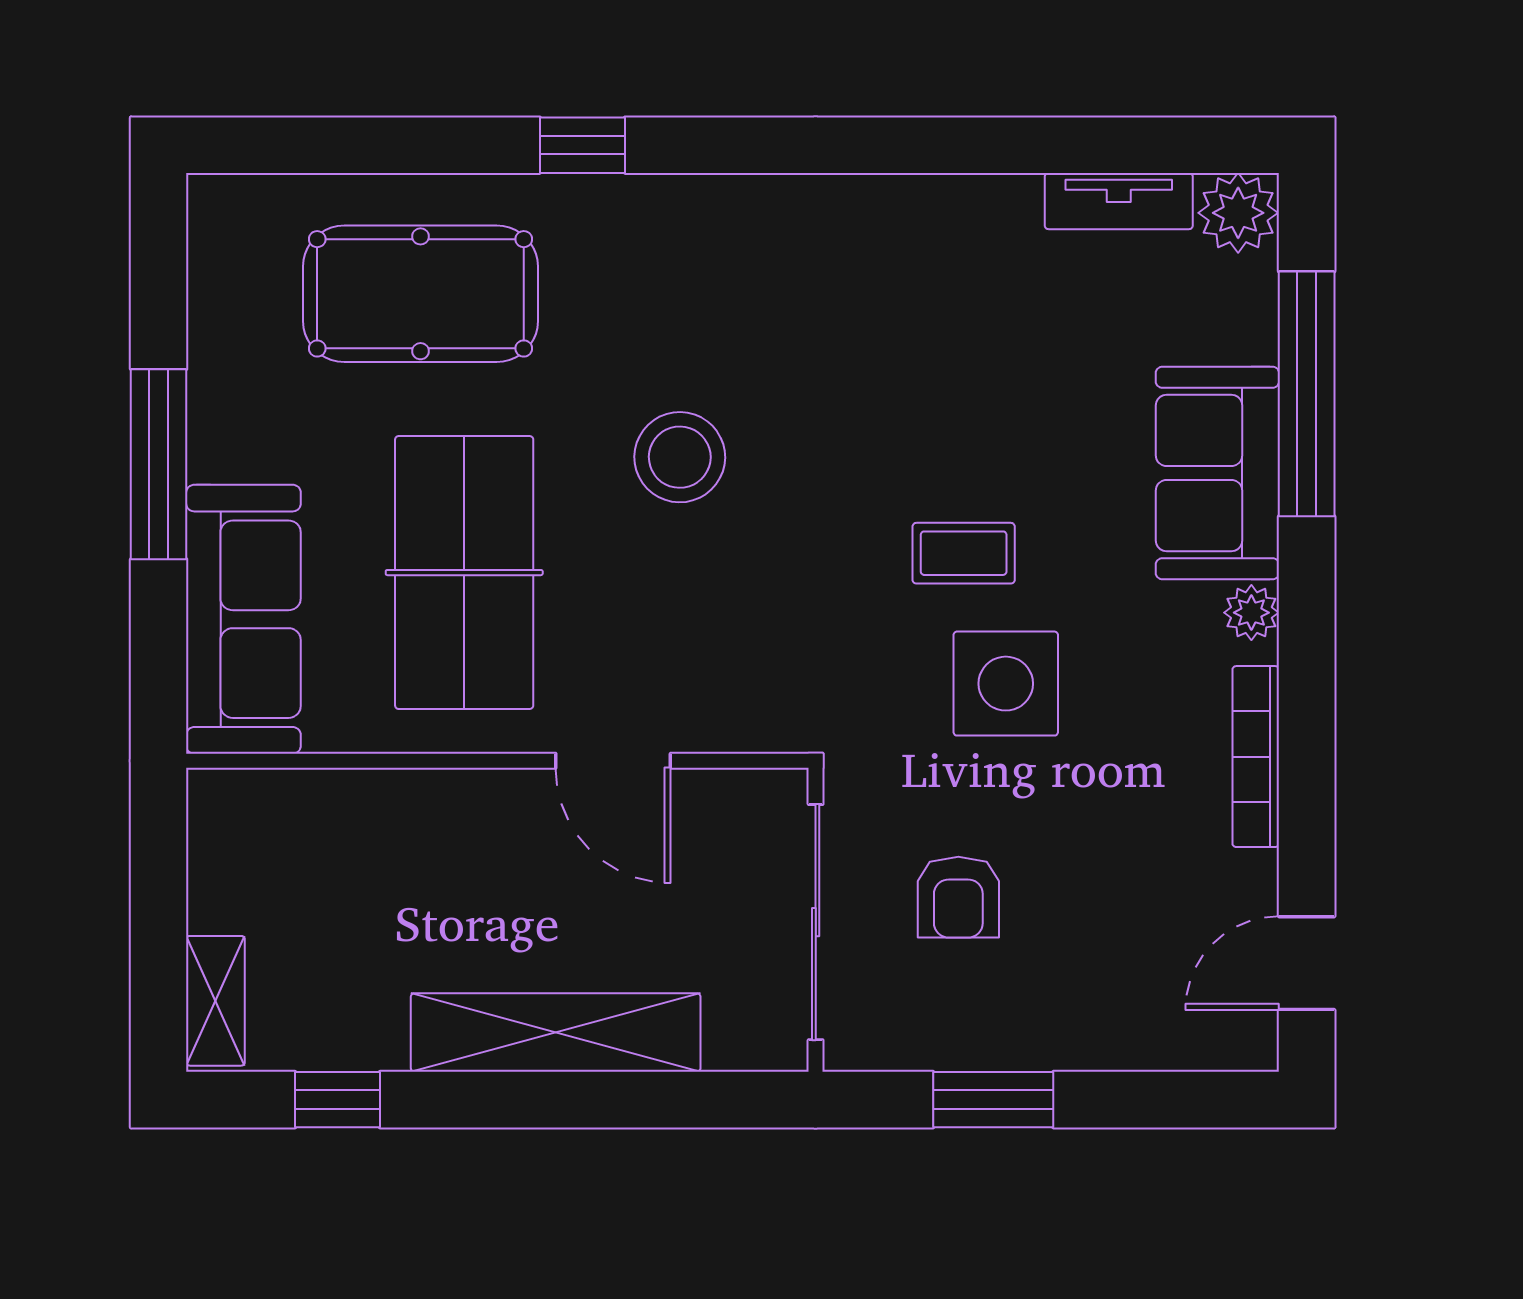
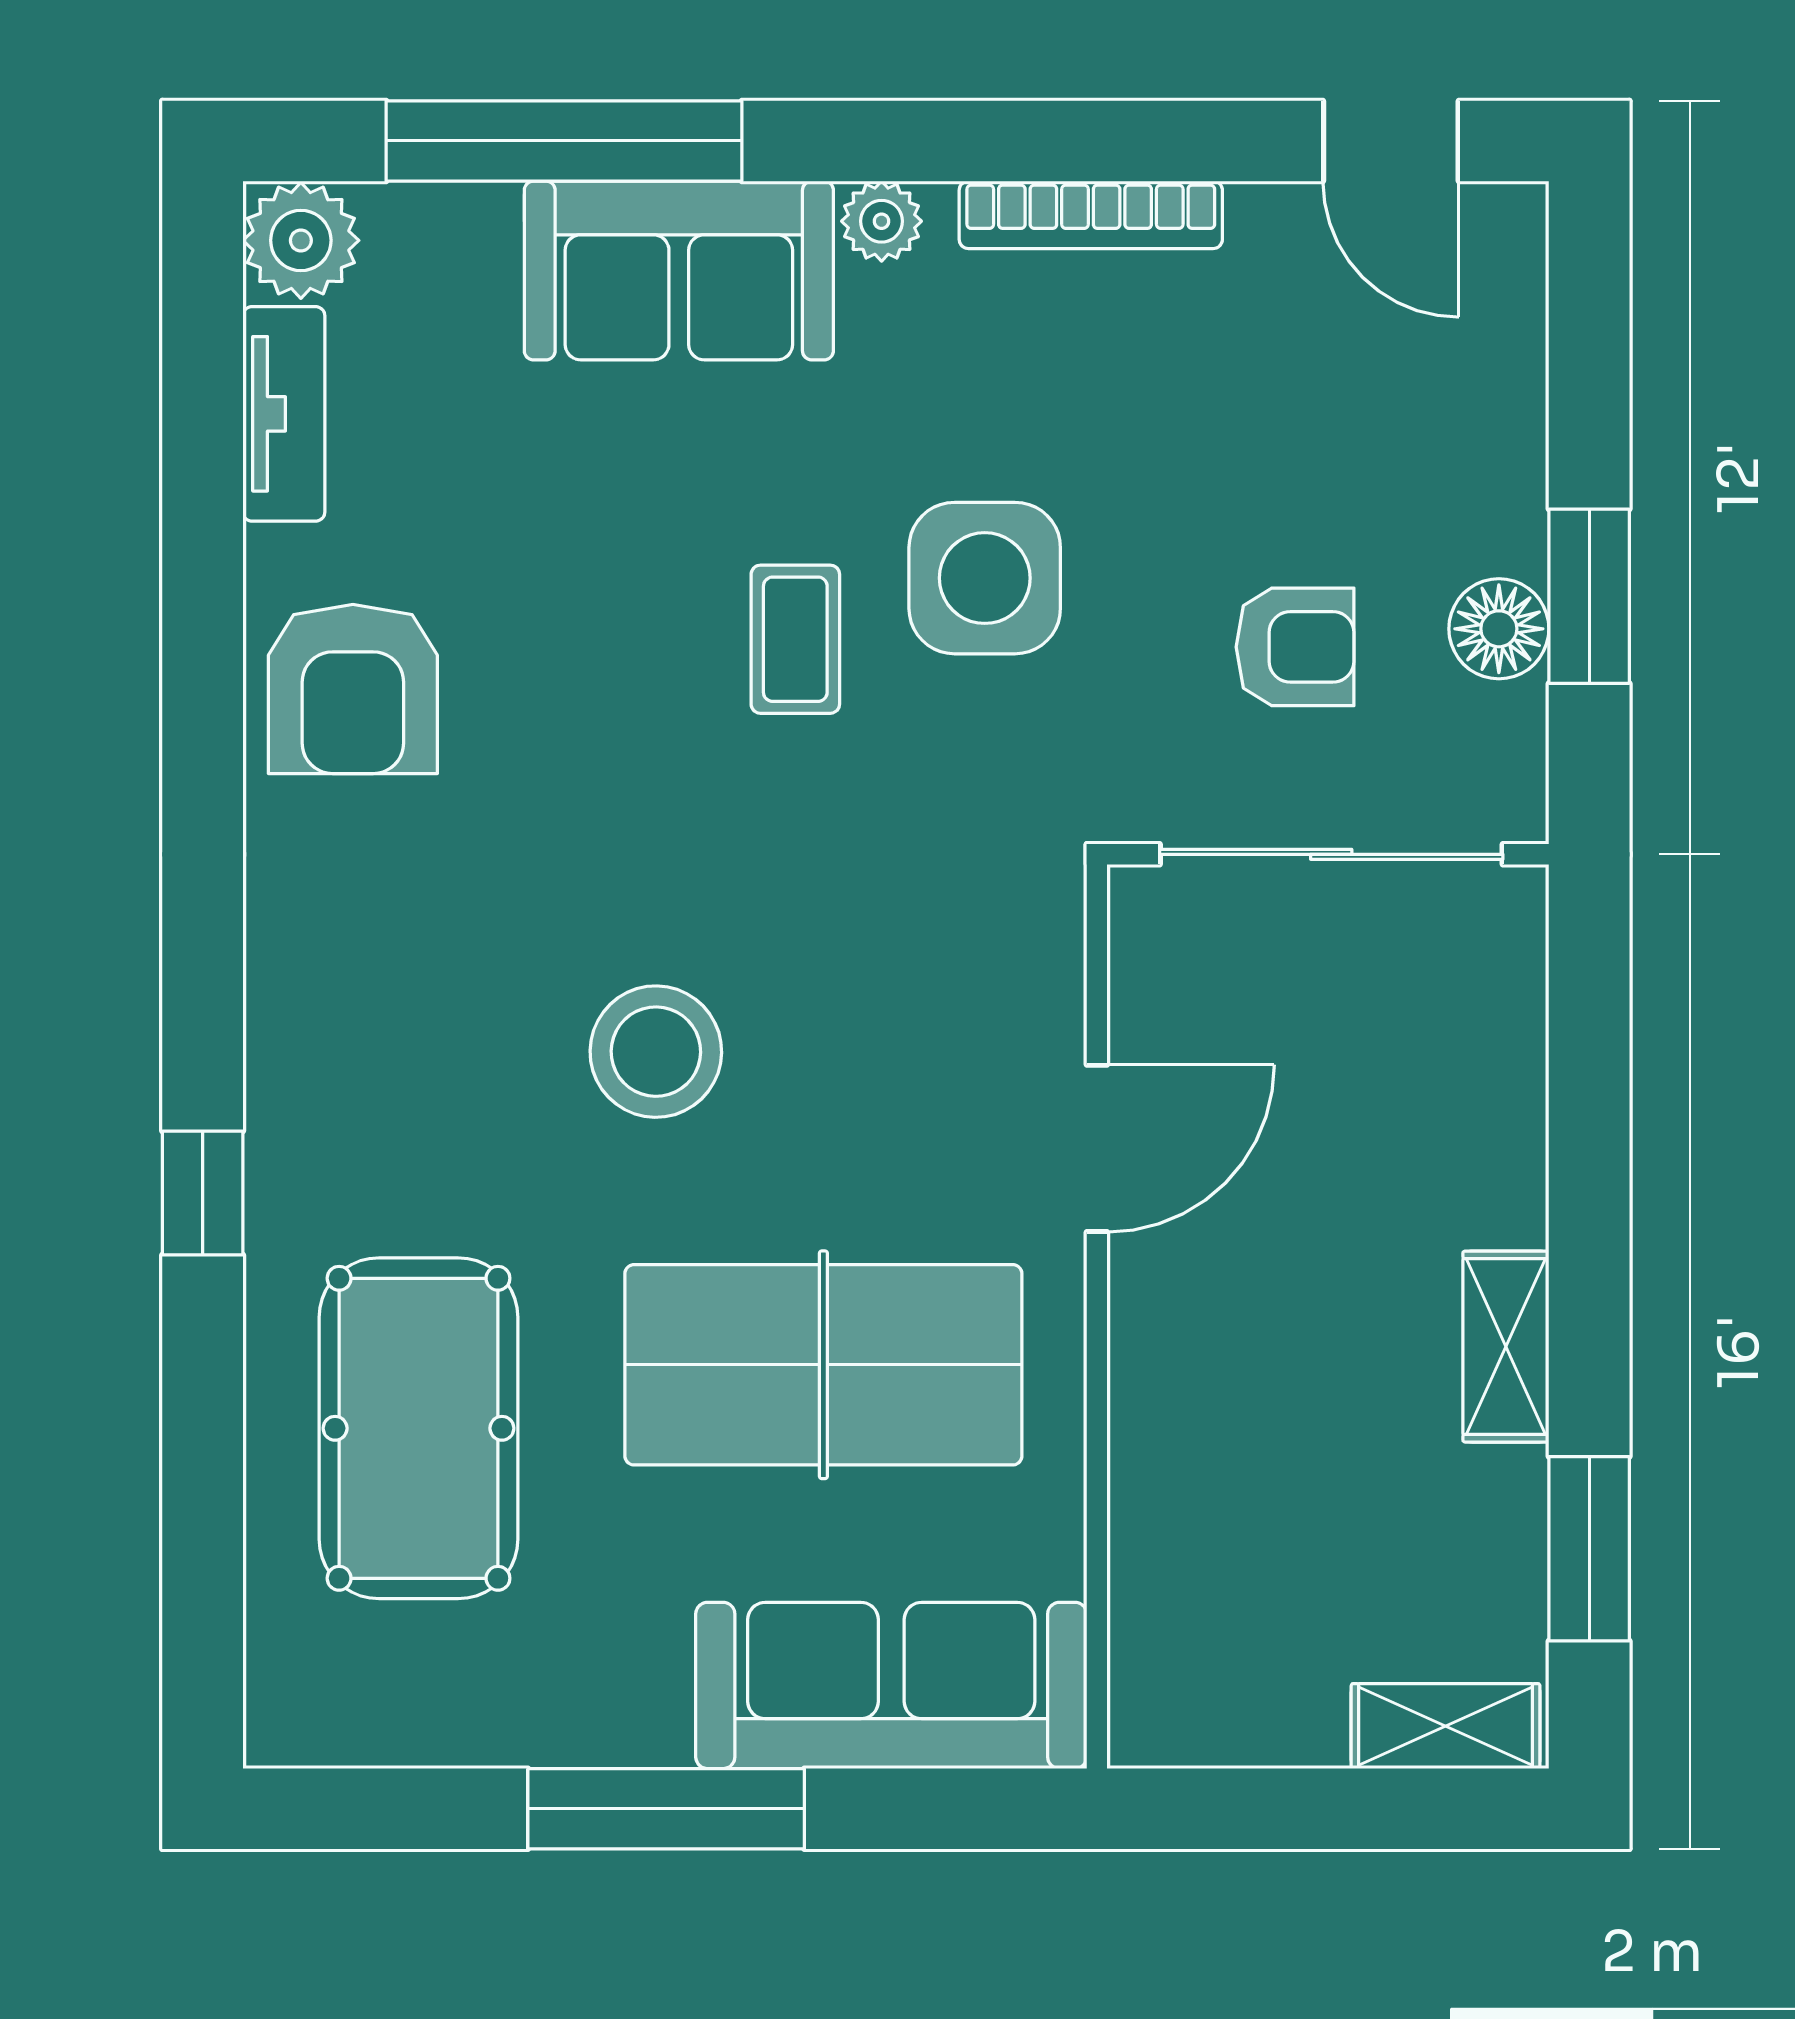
armchair: (929, 249) -> (353, 689), added
shelving: (556, 1032) -> (1506, 1347), width x0.45, depth x0.75
floor lamp: (971, 1037) -> (1499, 629), added
window: (338, 1100) -> (1589, 1549), width x1.50

